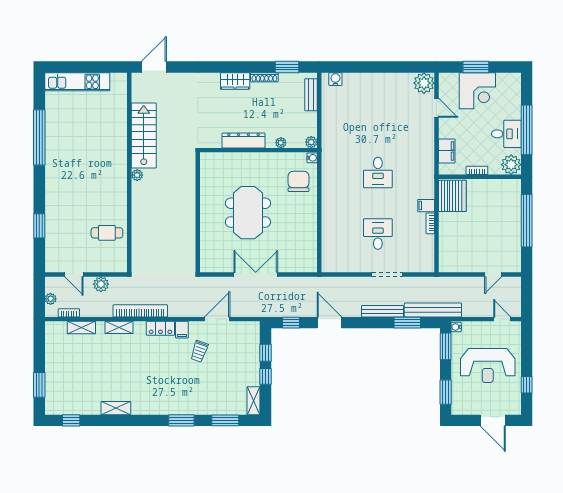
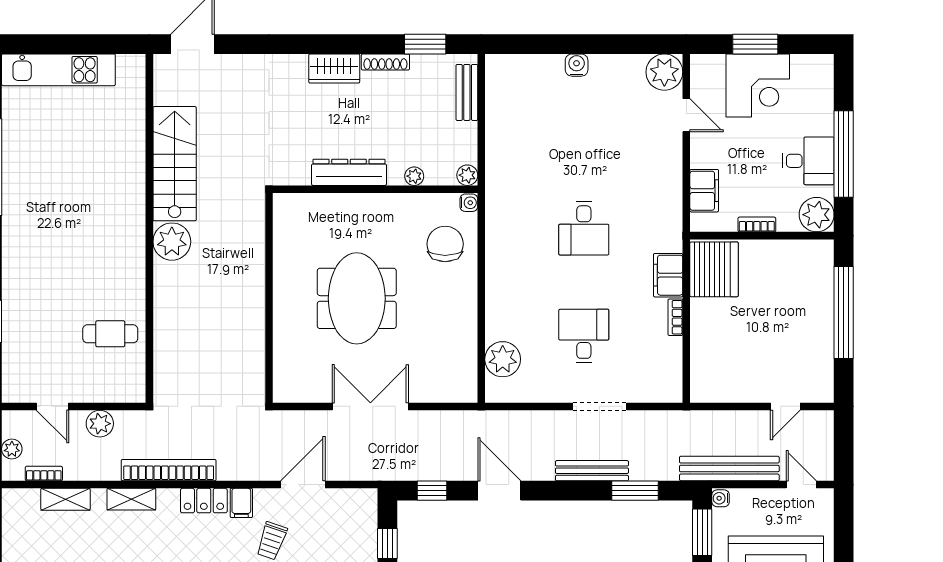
water cooler: (335, 79) -> (577, 65), moved
plant: (137, 175) -> (172, 242), width x1.88, depth x1.88
filing cabinet: (426, 206) -> (668, 275), width x2.00
plant: (331, 247) -> (503, 359), added
bench: (433, 310) -> (729, 469), moved

